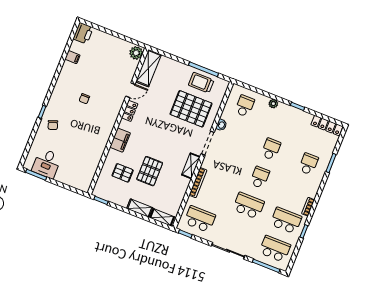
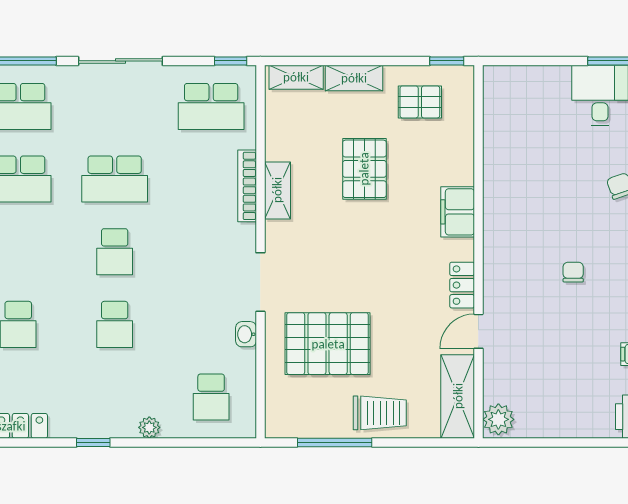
trolley: (201, 83) -> (380, 413), moved
shelving: (191, 166) -> (277, 190), moved
pallet: (123, 173) -> (420, 102), moved

